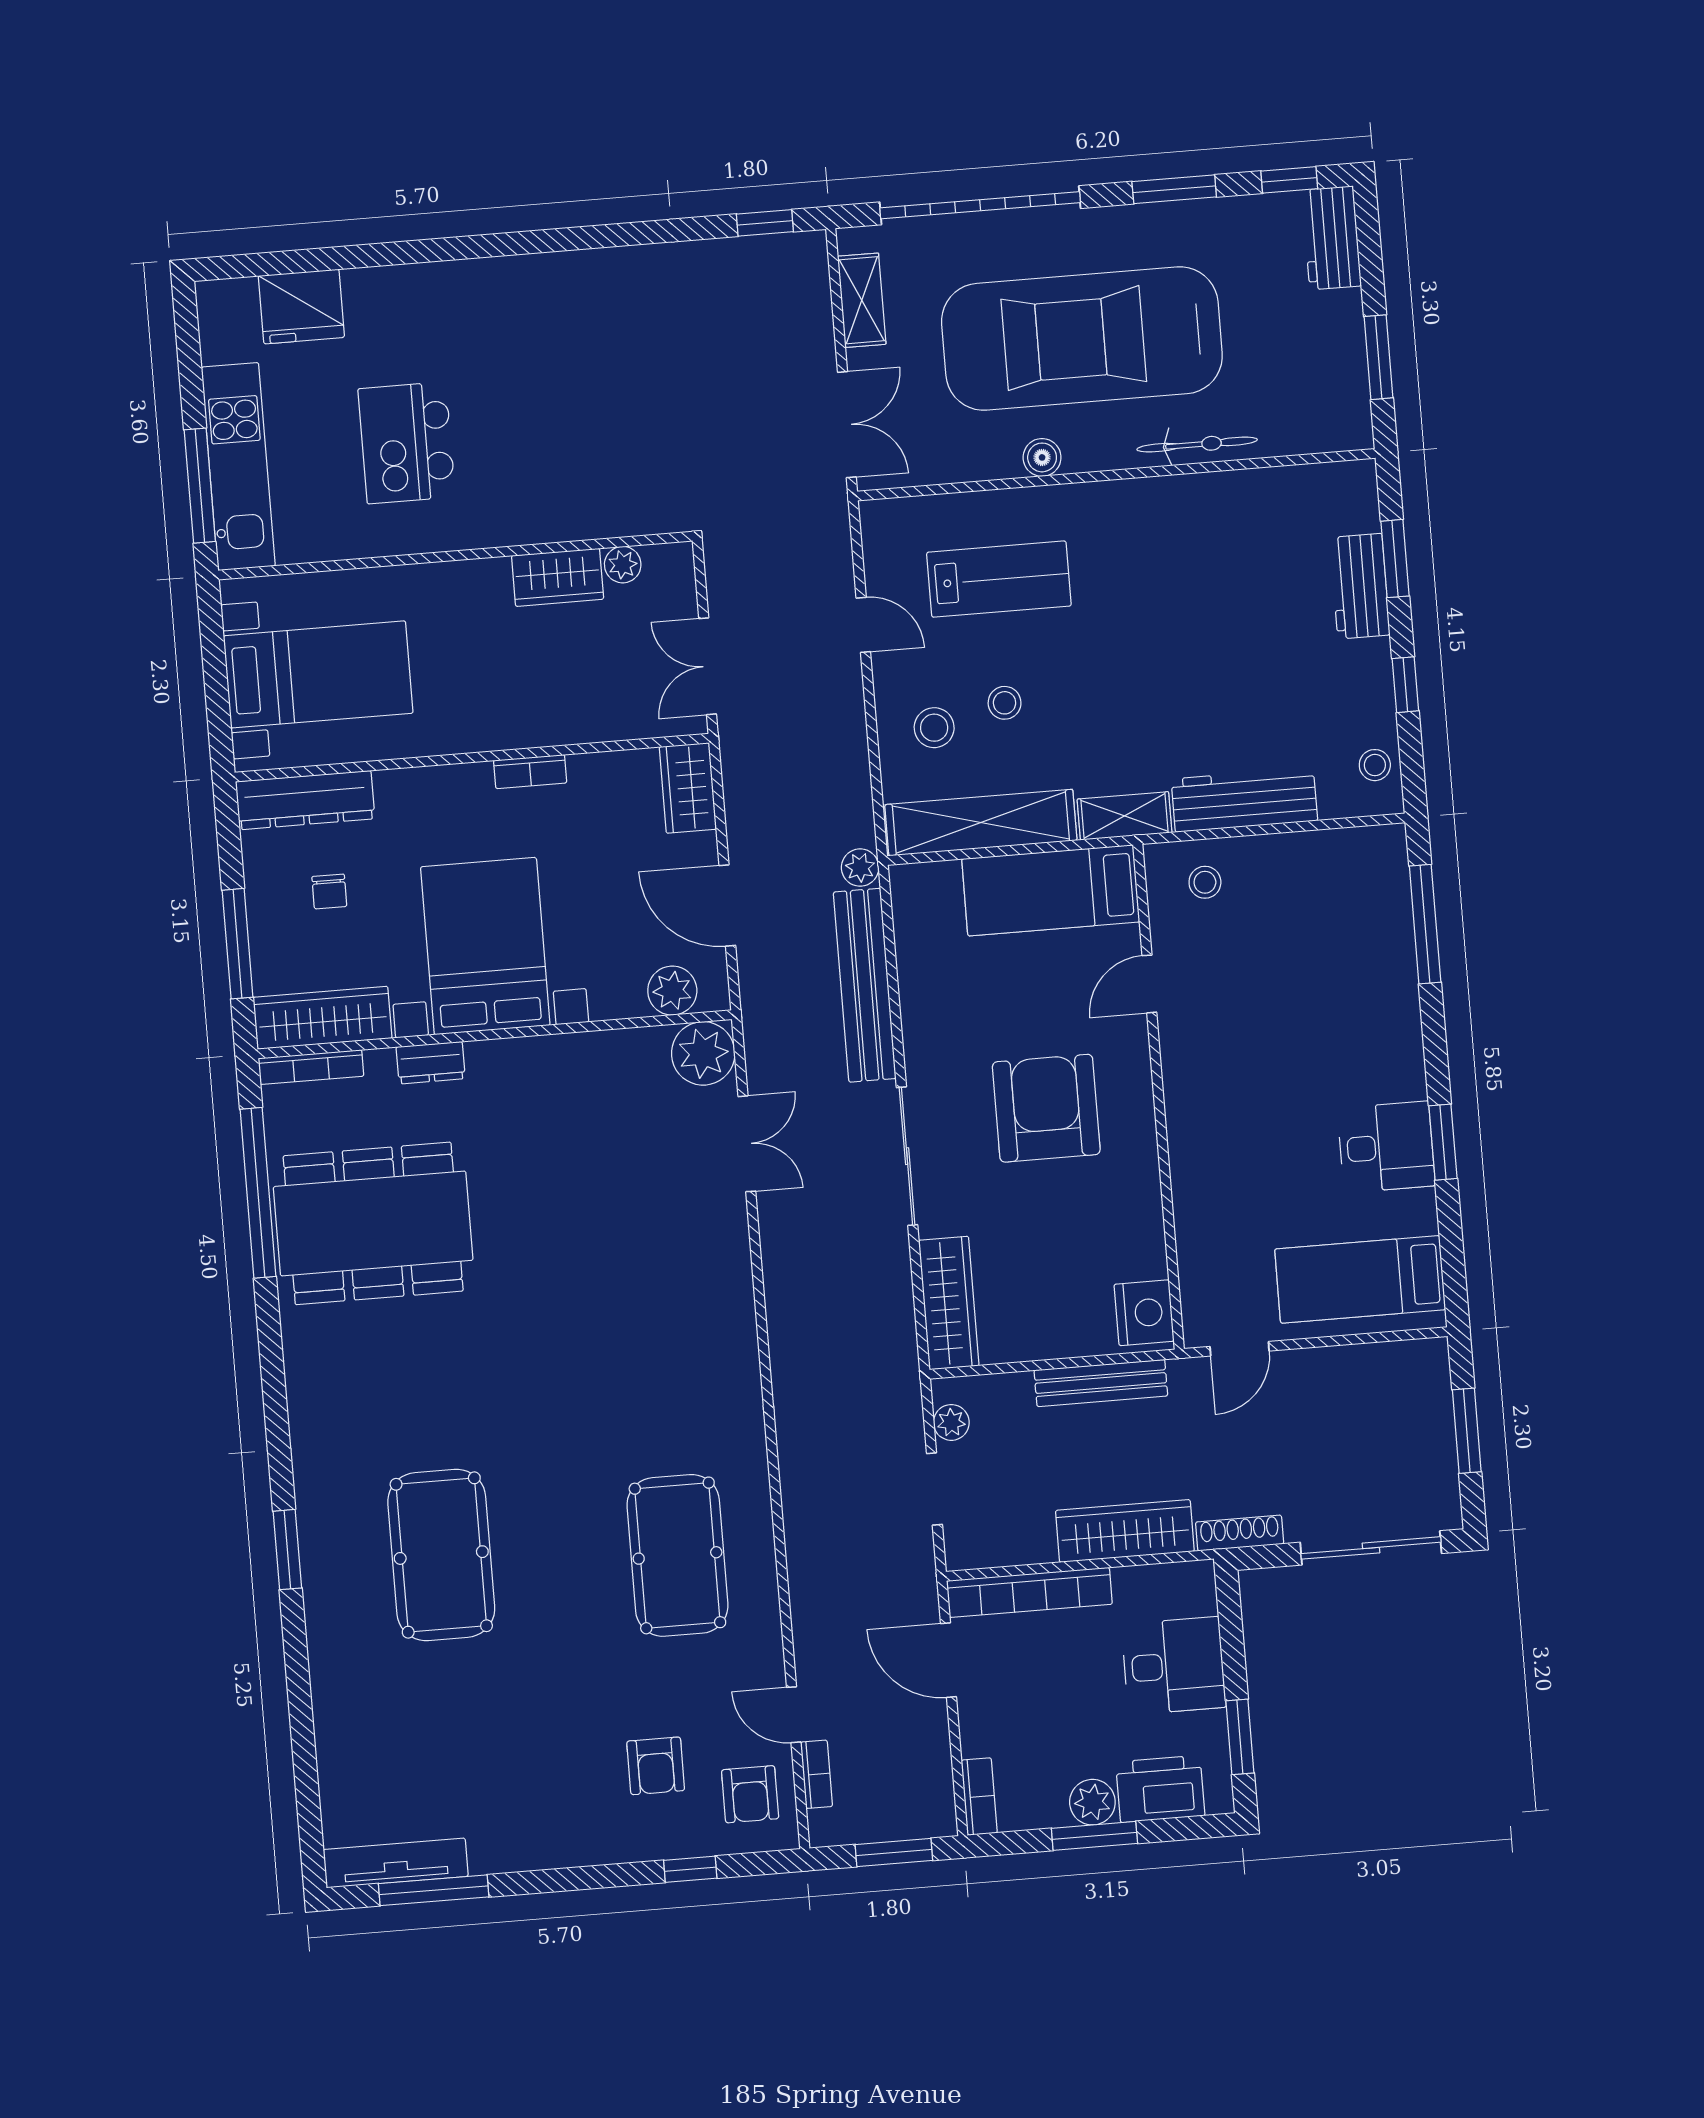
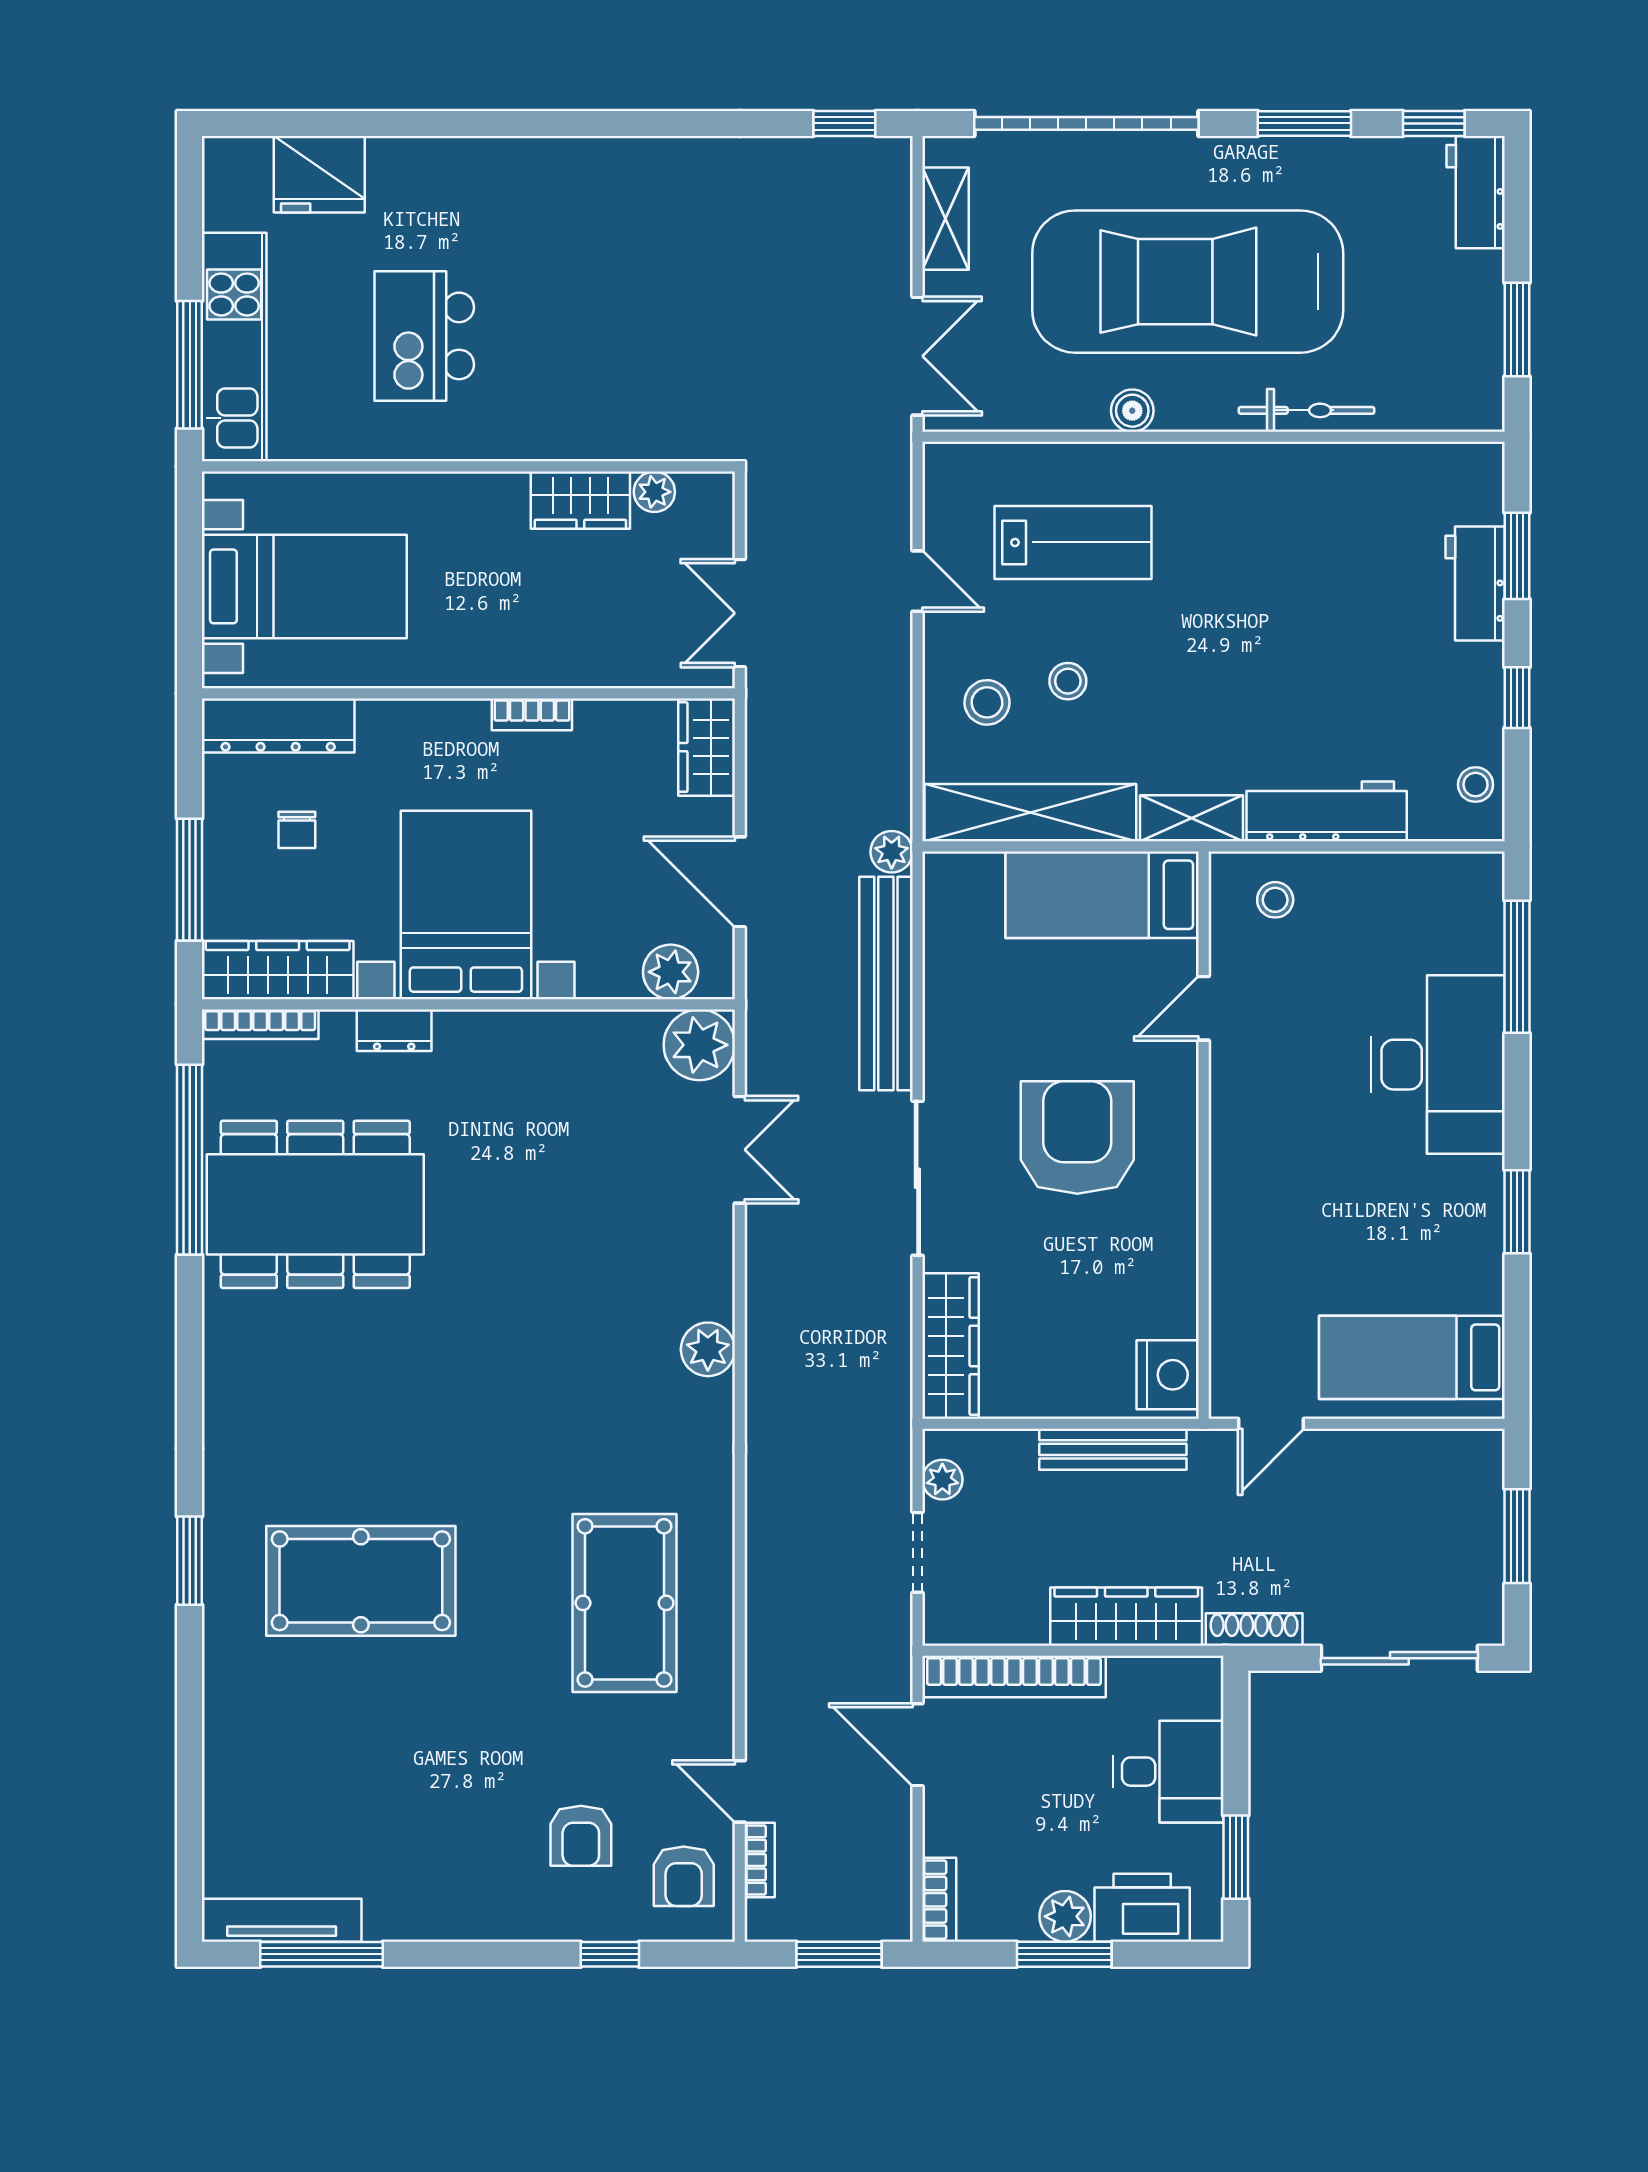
desk: (1386, 1147) -> (1438, 1065), moved, width x1.87, depth x1.30
plant: (733, 1324) -> (708, 1349), added
pool table: (441, 1555) -> (361, 1581), turned 90

